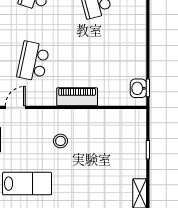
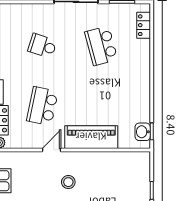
piano: (77, 97) -> (91, 137), width x1.37, depth x1.33
door: (15, 107) -> (51, 150), moved

